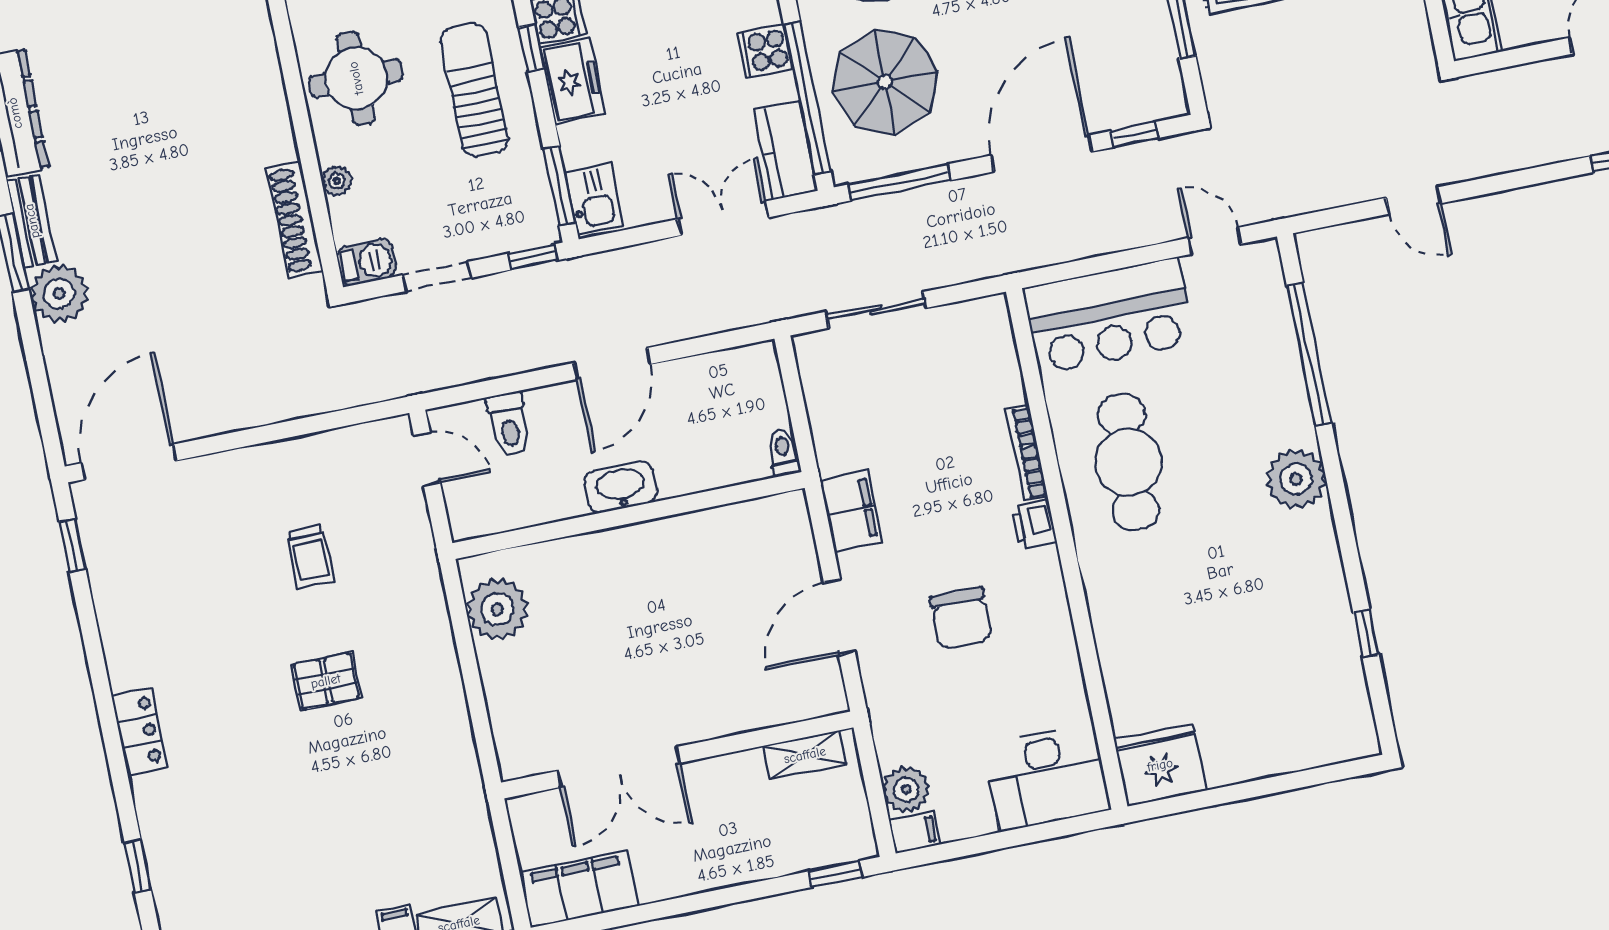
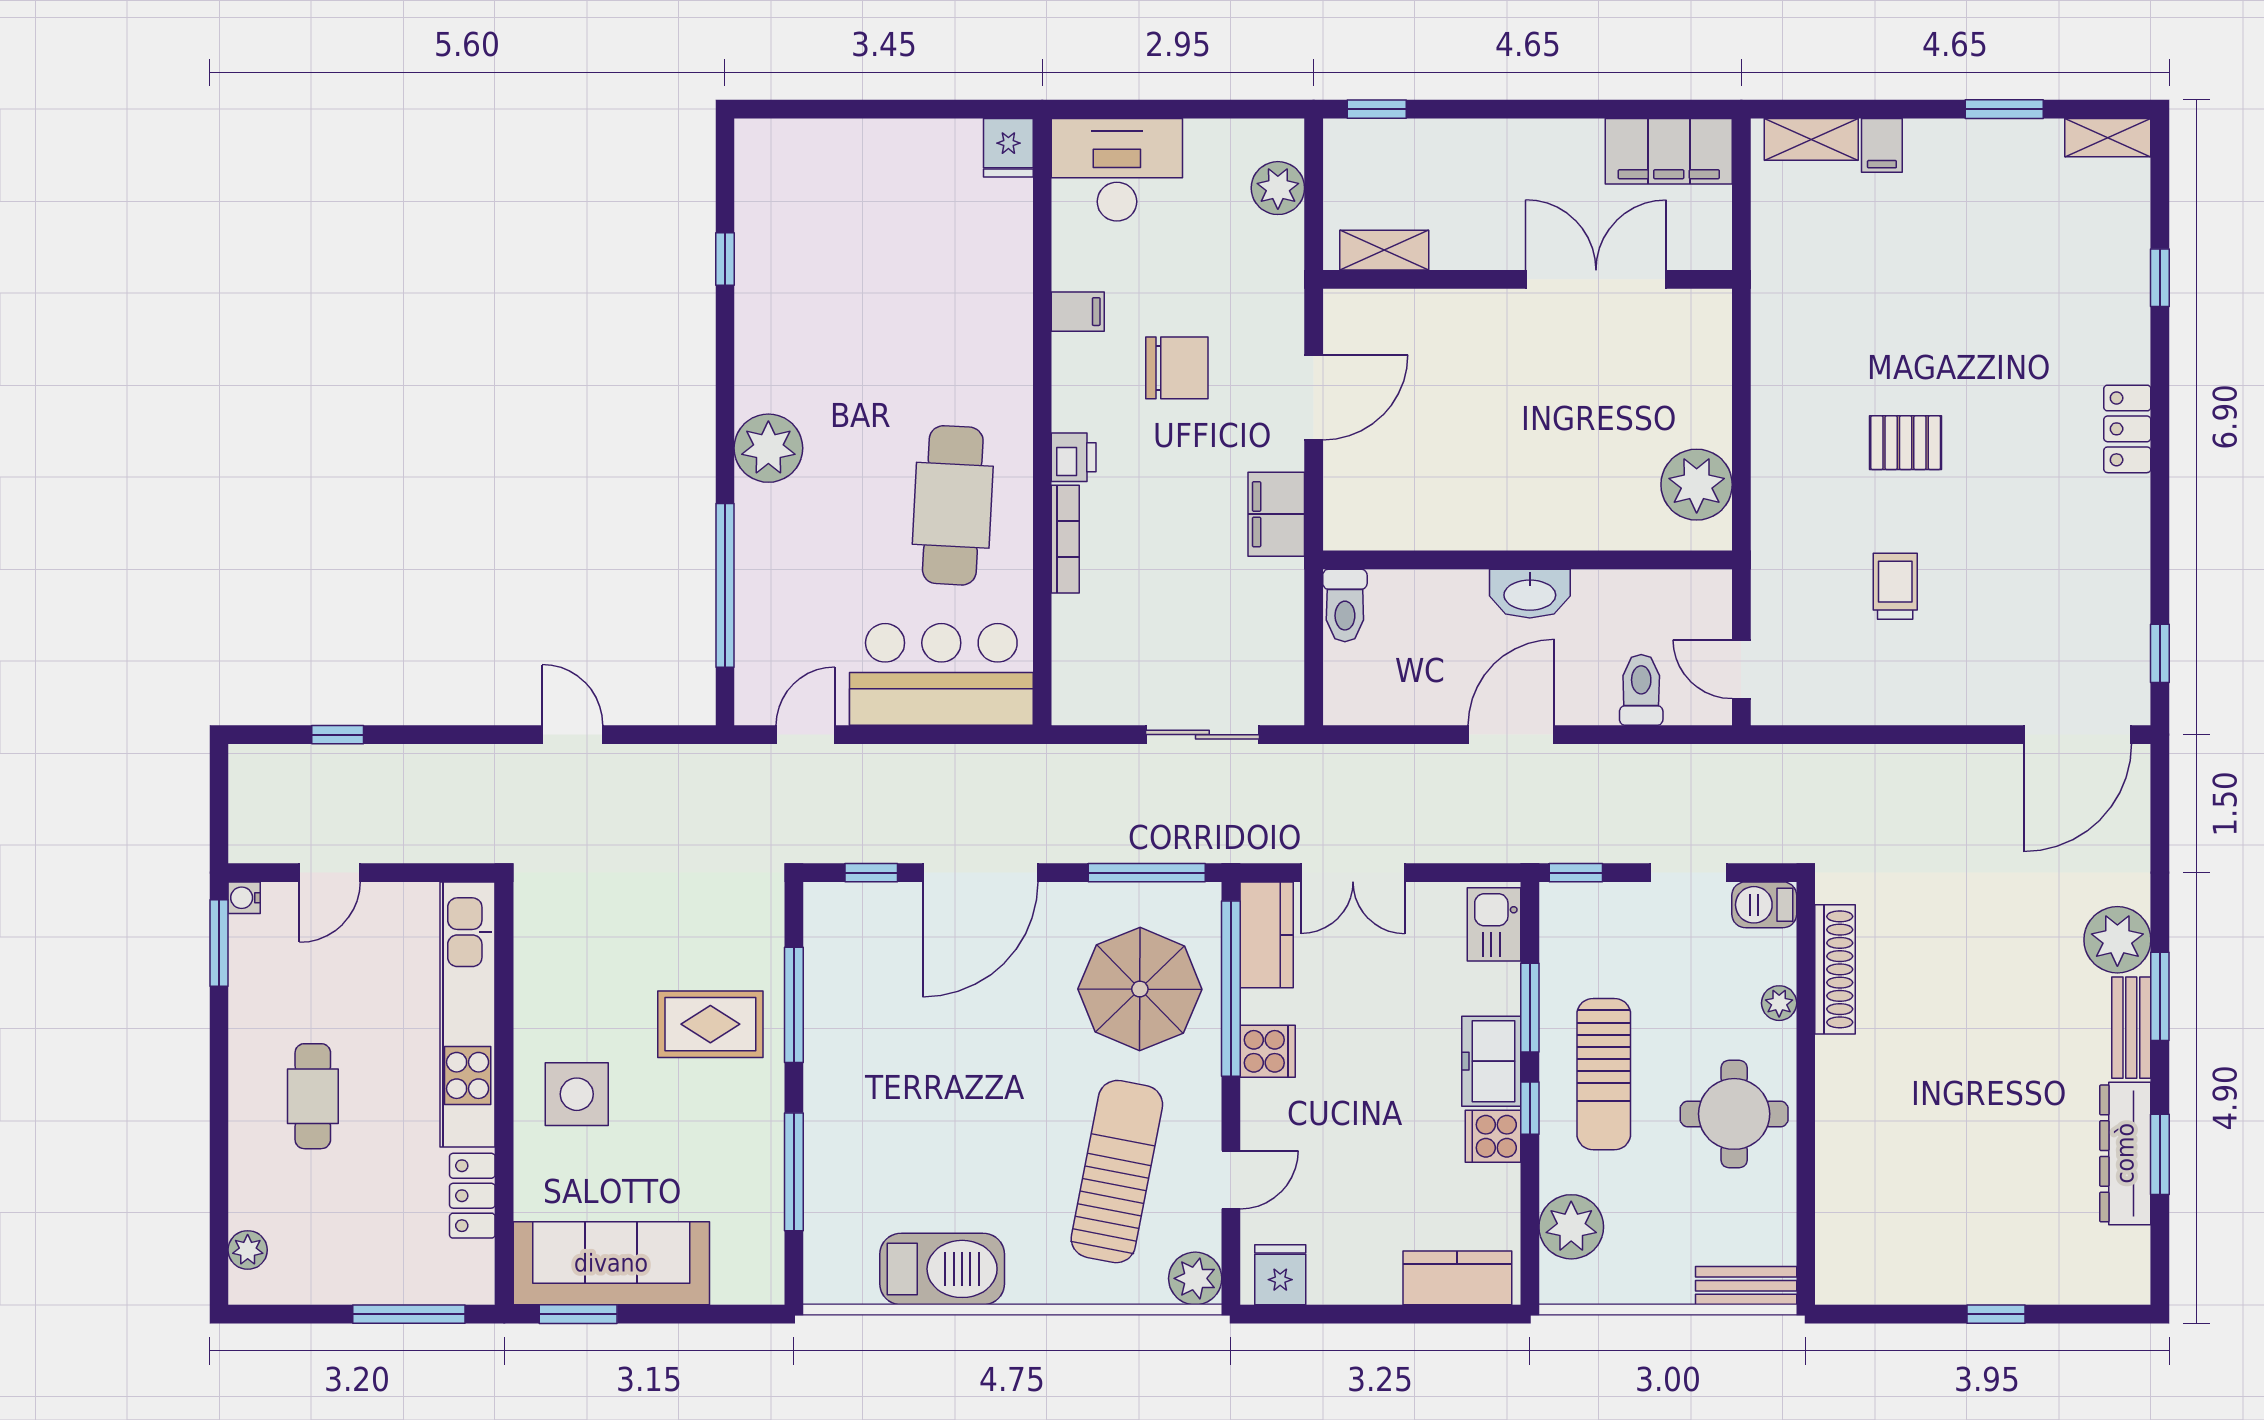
window: (559, 186) -> (1530, 1008), moved
door: (1215, 241) -> (805, 735), swing flipped
toilet: (783, 452) -> (1345, 605), width x1.37, depth x1.39
chair: (961, 619) -> (1177, 368), turned 90
fridge: (1160, 765) -> (1008, 148), width x0.53, depth x0.75
filing cabinet: (915, 832) -> (1078, 312), moved, turned 180

